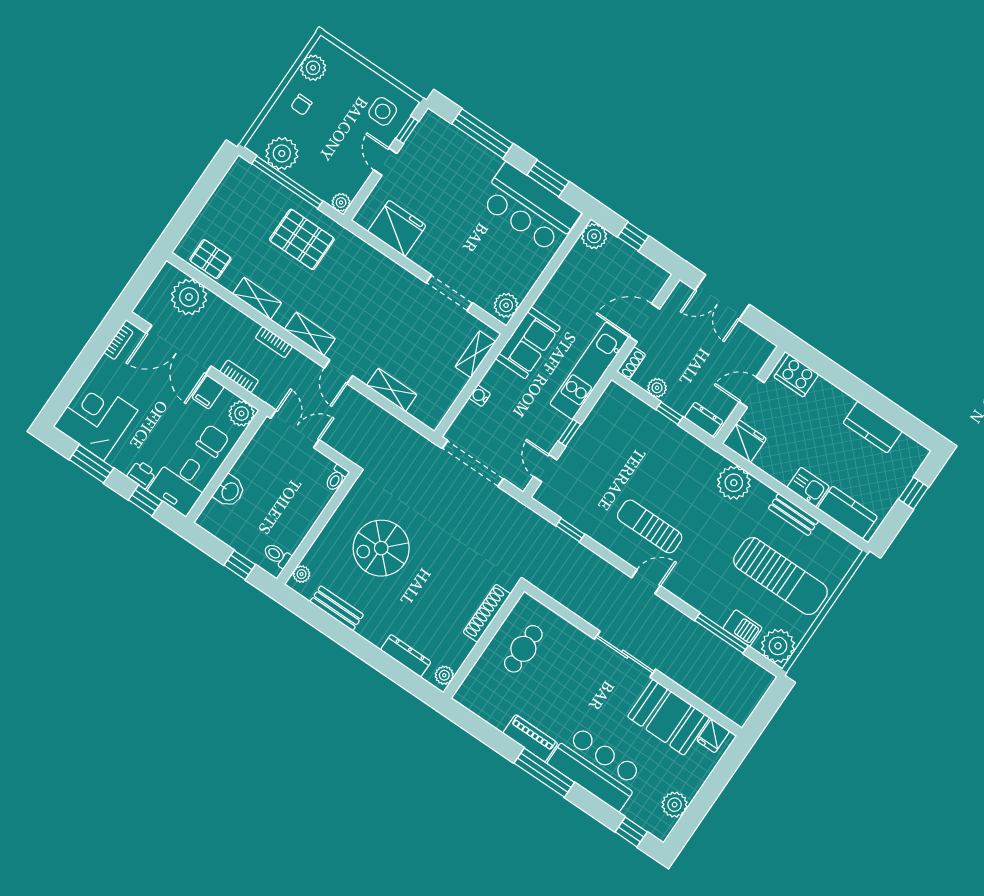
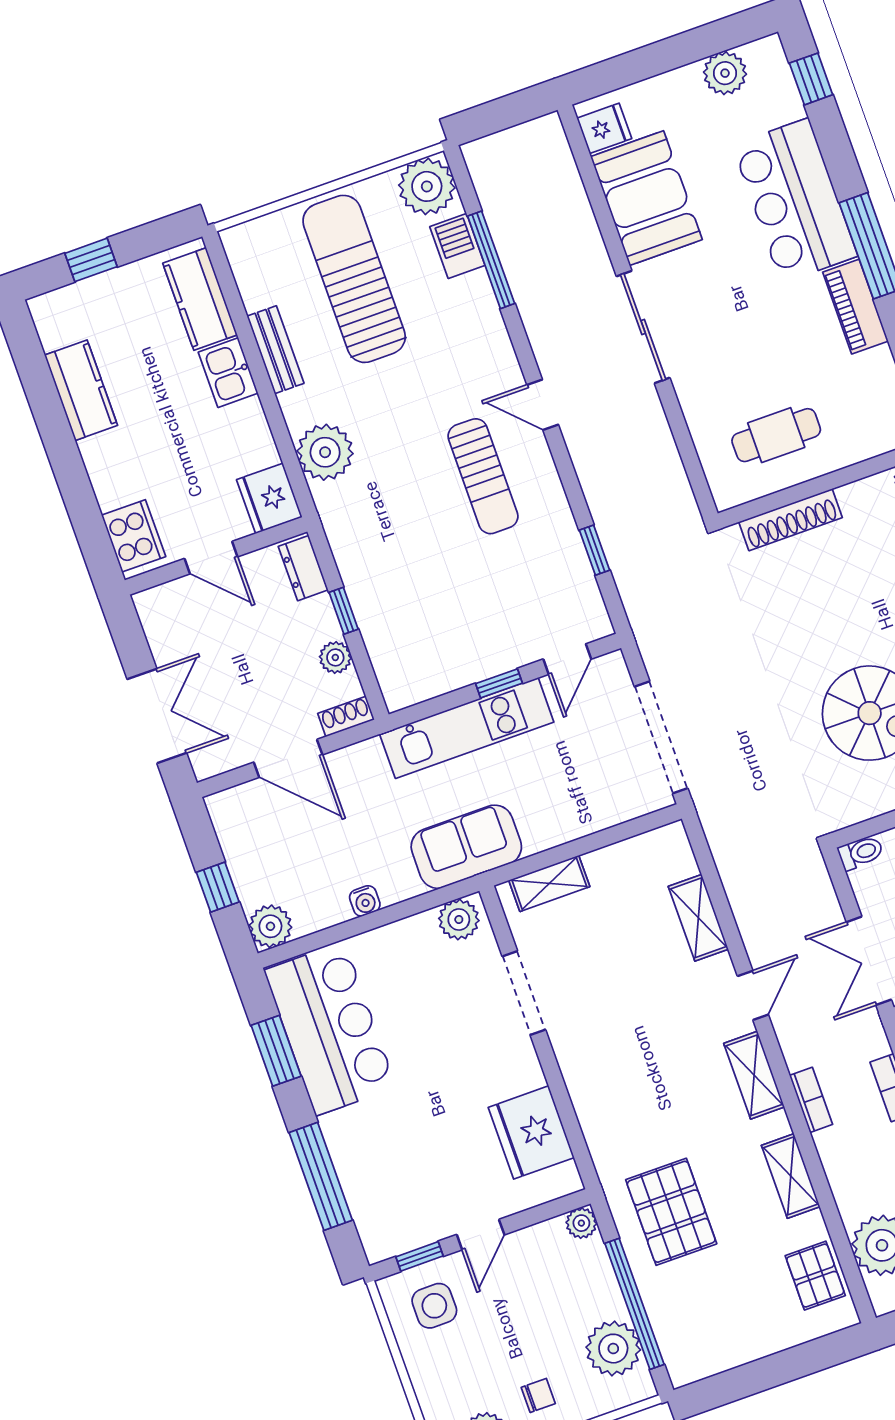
kitchen unit: (589, 371) -> (467, 728), moved
water cooler: (480, 396) -> (365, 901), moved

